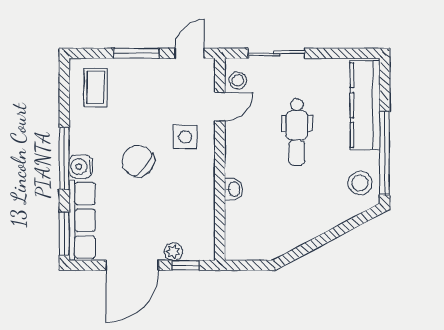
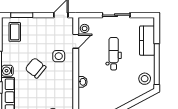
window: (136, 53) -> (22, 15), moved
sliding door: (277, 53) -> (116, 15), moved
kitchen counter: (365, 105) -> (147, 41), width x0.67
dental chair: (297, 132) -> (114, 54), turned 180

